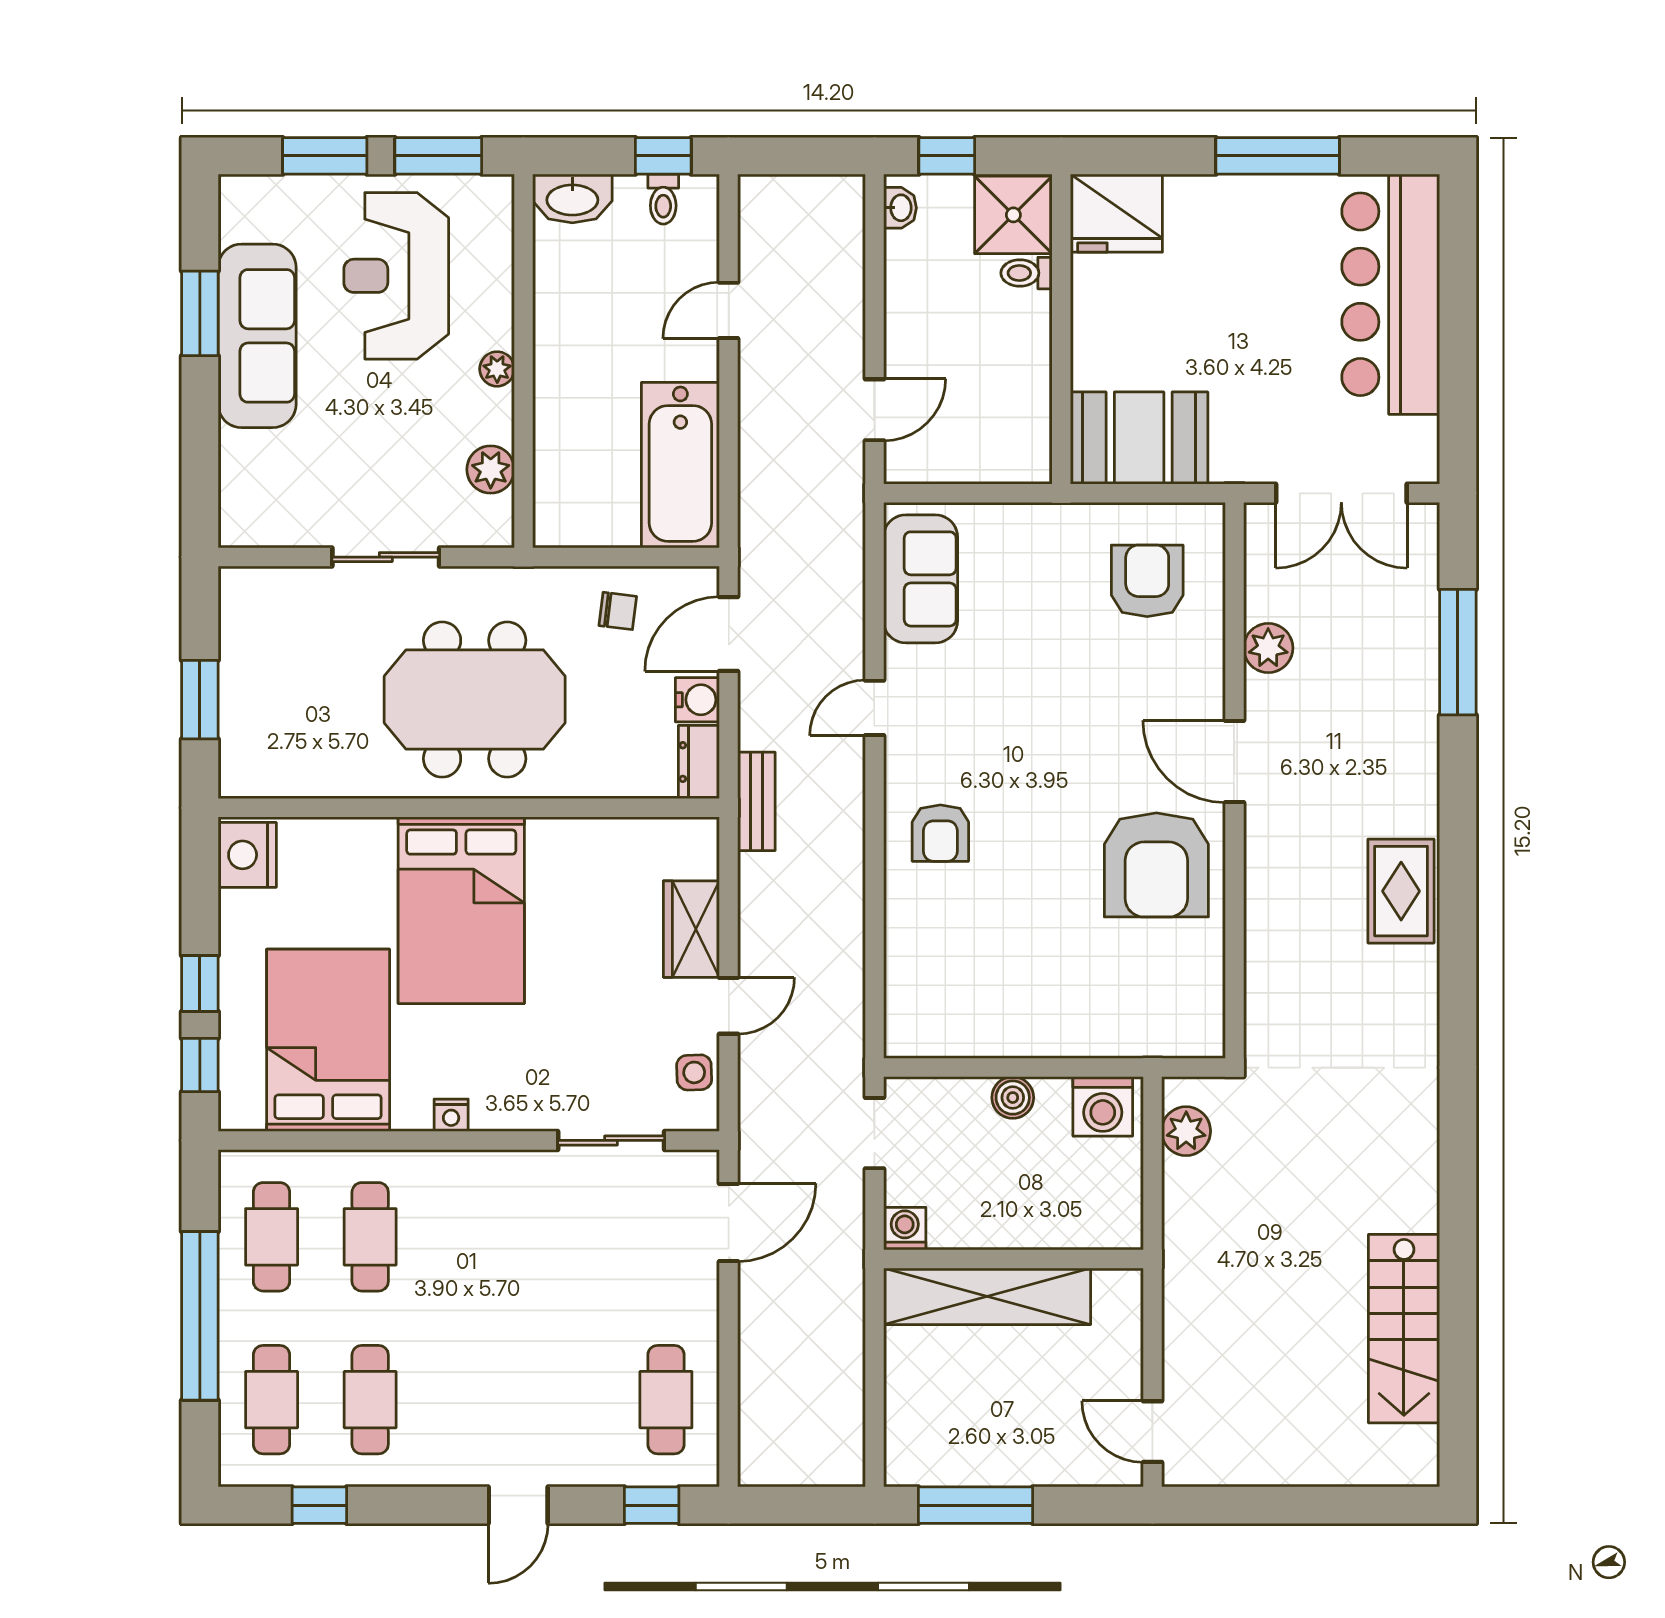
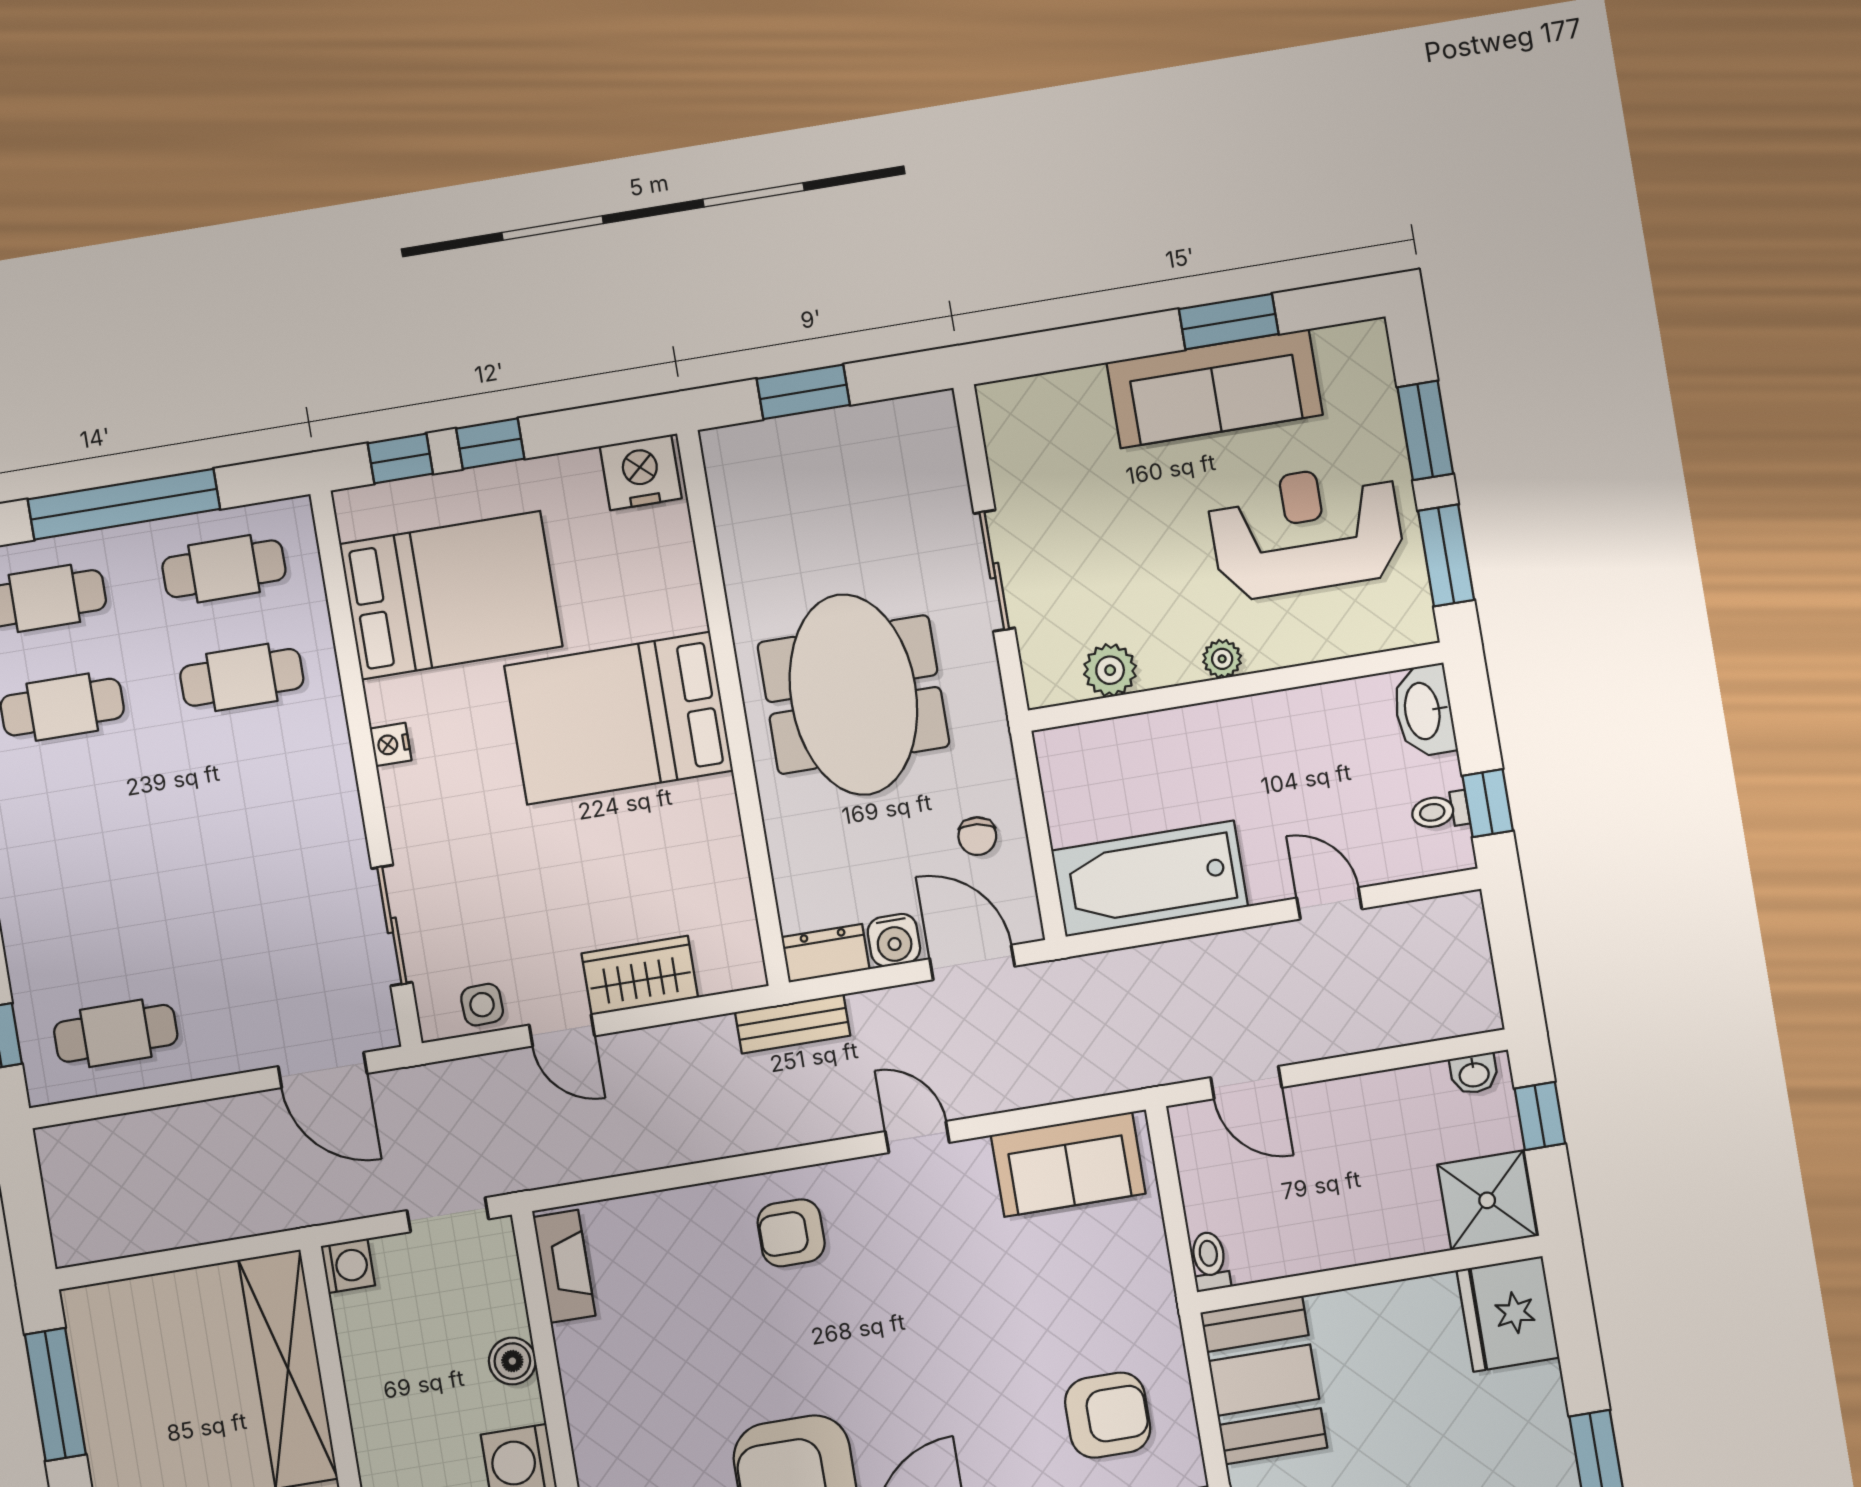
toilet: (1027, 273) -> (1210, 1261), moved
fireplace: (937, 1038) -> (564, 1266), added

